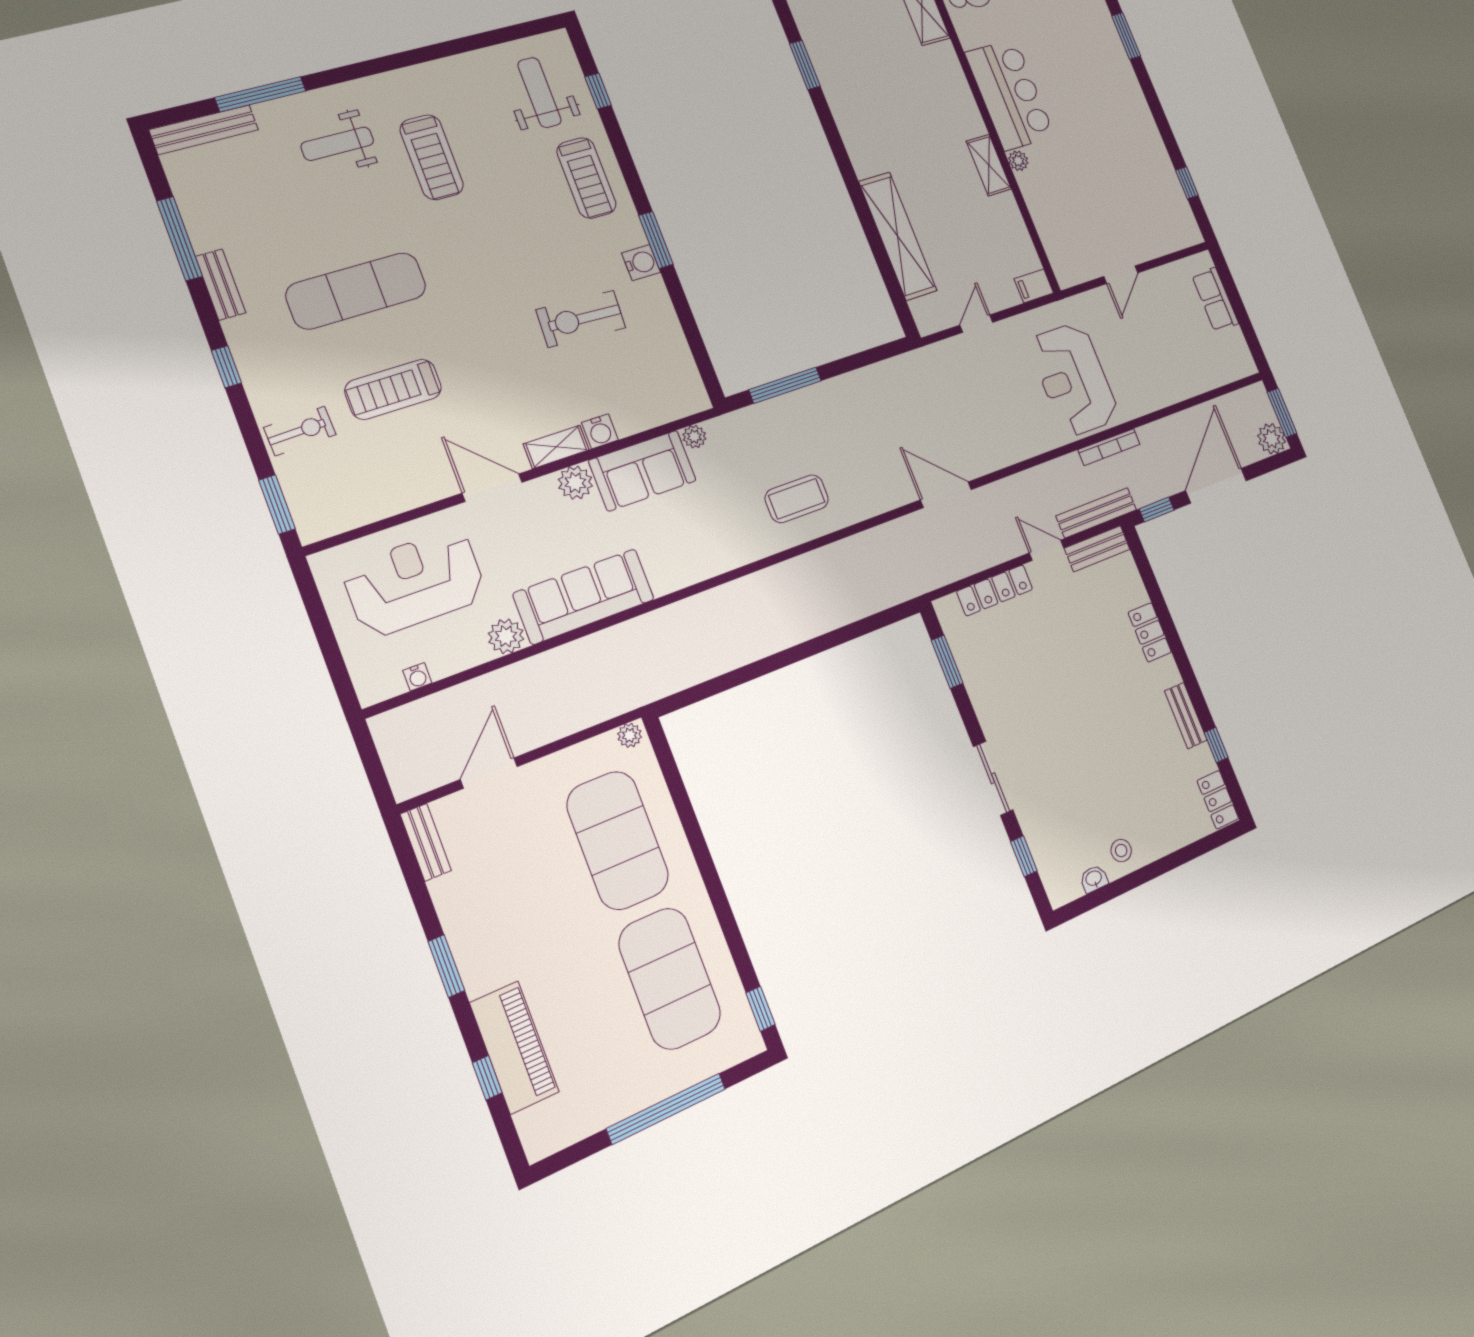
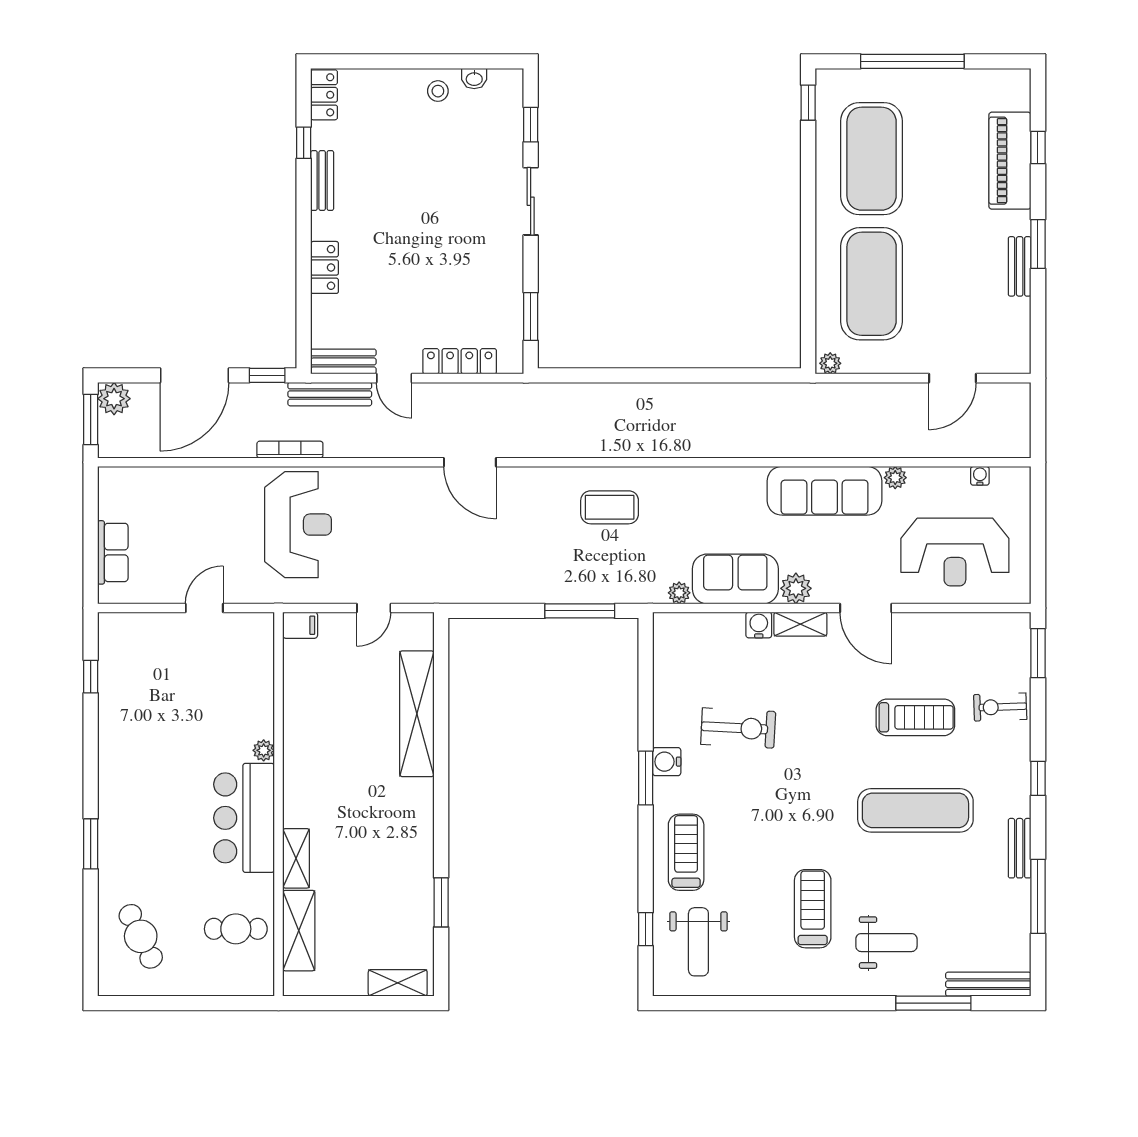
shelving: (989, 165) -> (296, 858), moved
plant: (506, 636) -> (895, 478), width x0.73, depth x0.73
bench: (426, 842) -> (1020, 266), moved

